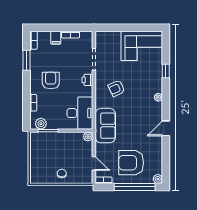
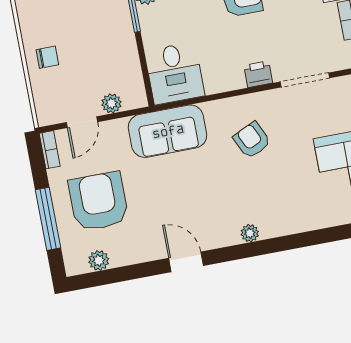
window: (166, 71) -> (309, 239), removed
desk: (80, 113) -> (175, 73), width x0.73
plant: (88, 137) -> (111, 103), moved
plant: (158, 179) -> (99, 260), moved
window: (135, 187) -> (48, 219), width x0.68

